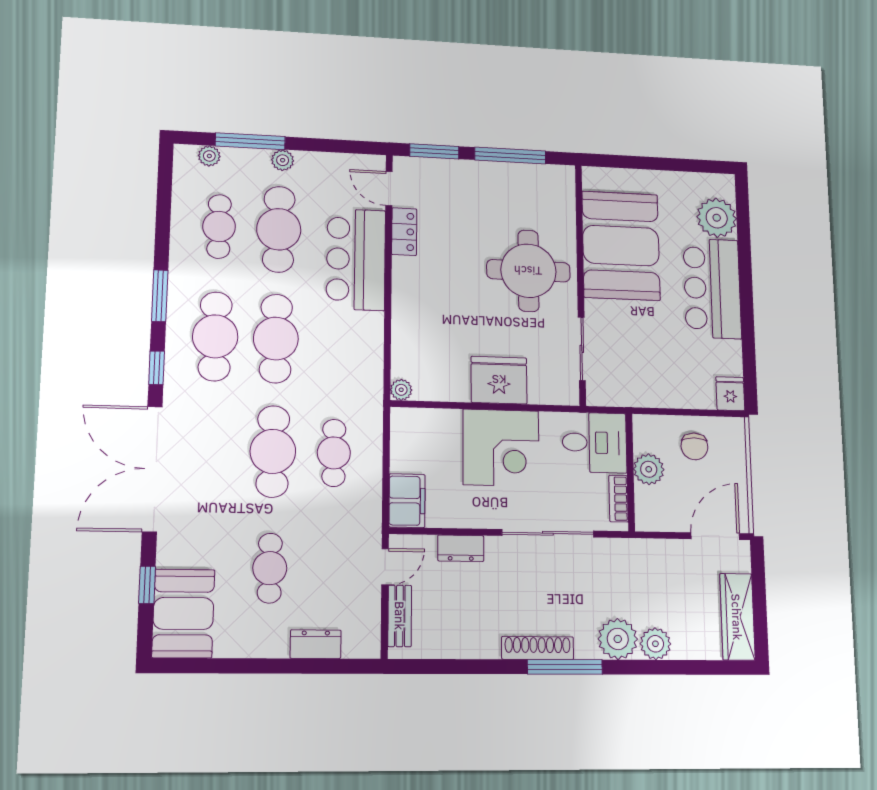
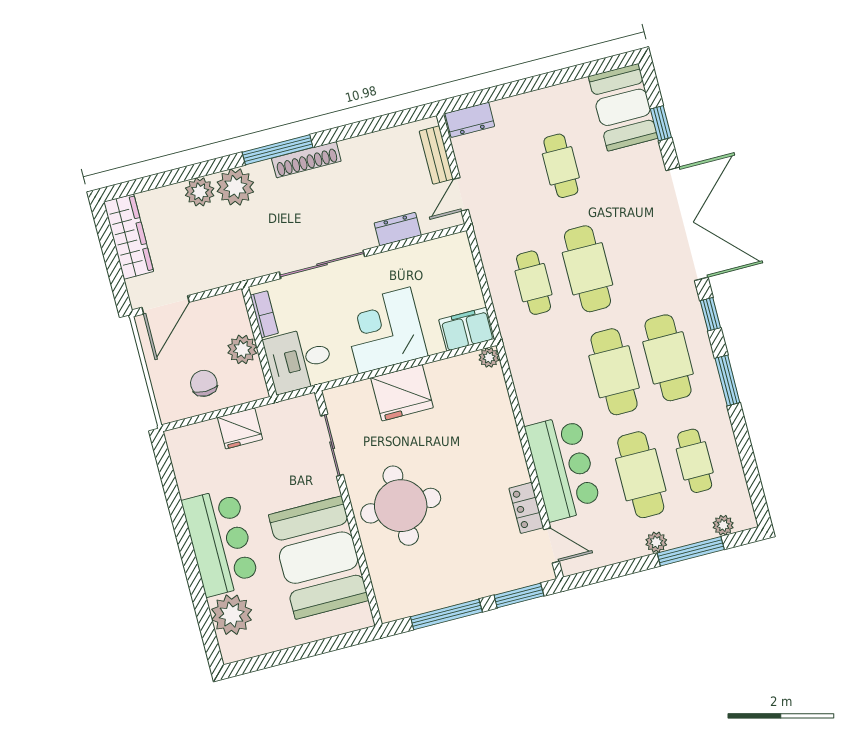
fridge: (730, 394) -> (240, 428), moved, width x1.38
filing cabinet: (407, 501) -> (467, 329), moved, turned 90
dresser: (316, 644) -> (470, 120), moved

